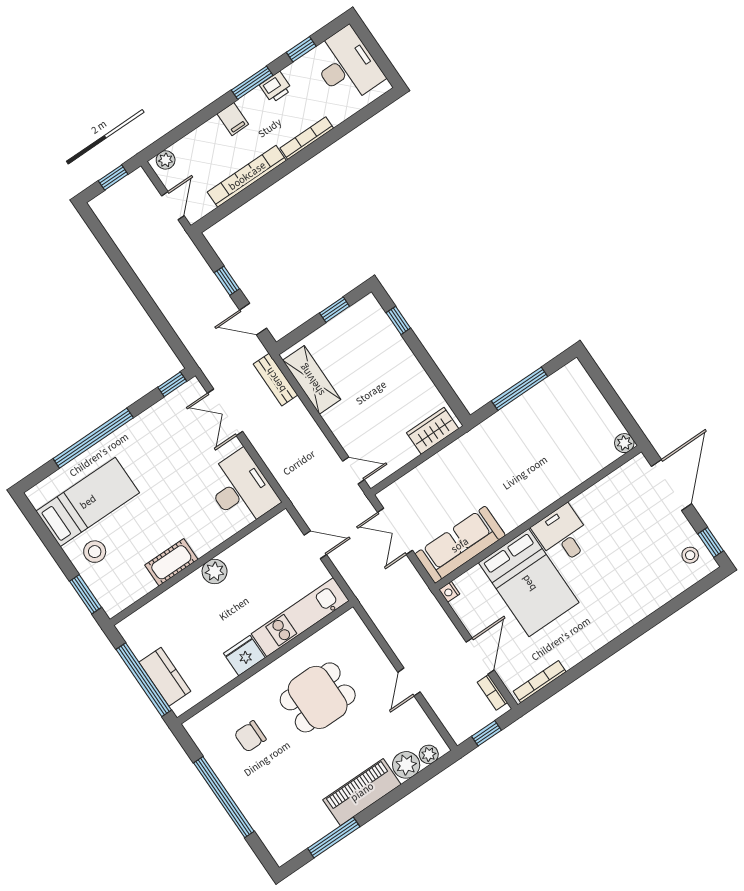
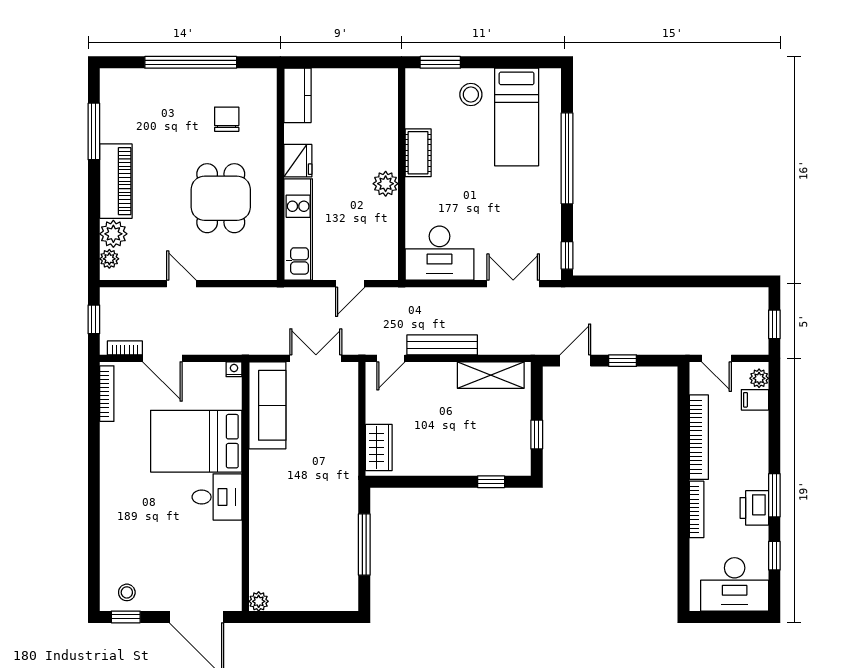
printer: (276, 87) -> (754, 508), width x1.36, depth x1.24
filing cabinet: (233, 119) -> (755, 400), moved
bench: (276, 380) -> (442, 345), moved, width x1.36
kitchen counter: (165, 677) -> (297, 95), moved, turned -90
window: (144, 680) -> (335, 62), removed

